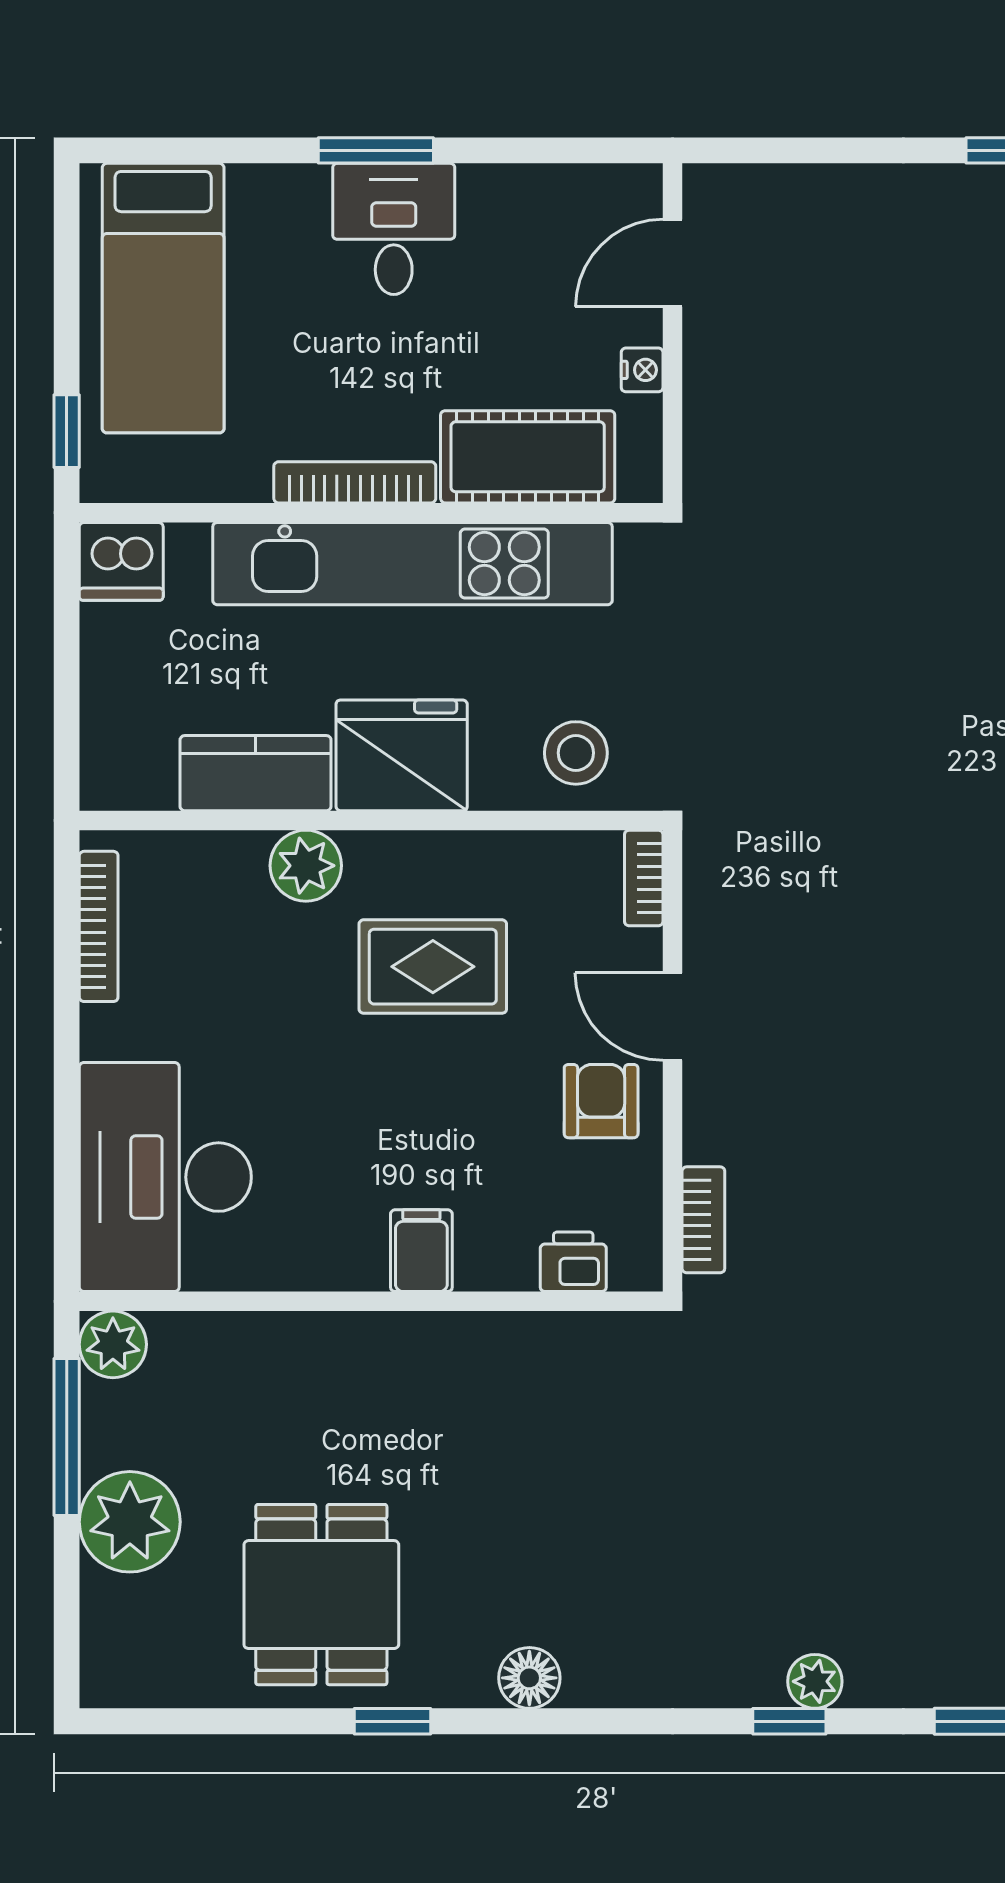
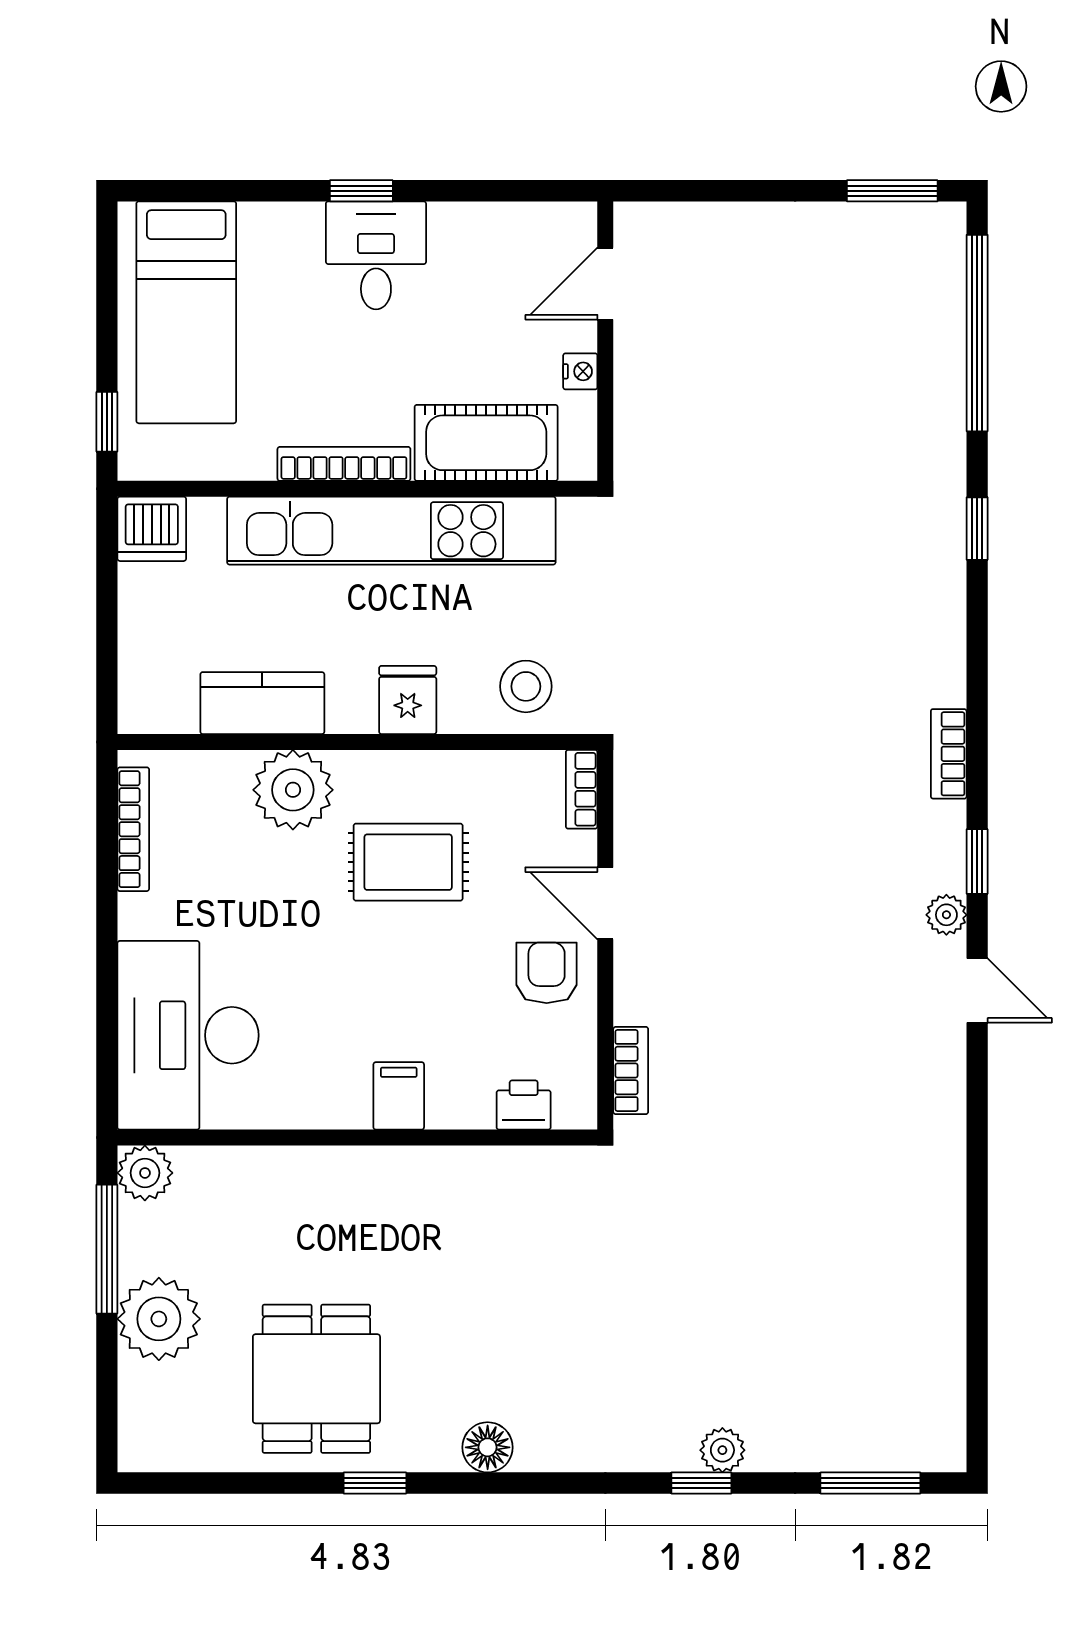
window: (376, 150) -> (361, 191), width x0.67
fridge: (402, 755) -> (408, 700), width x0.53, depth x0.75
plant: (306, 866) -> (293, 790), width x1.36, depth x1.36

